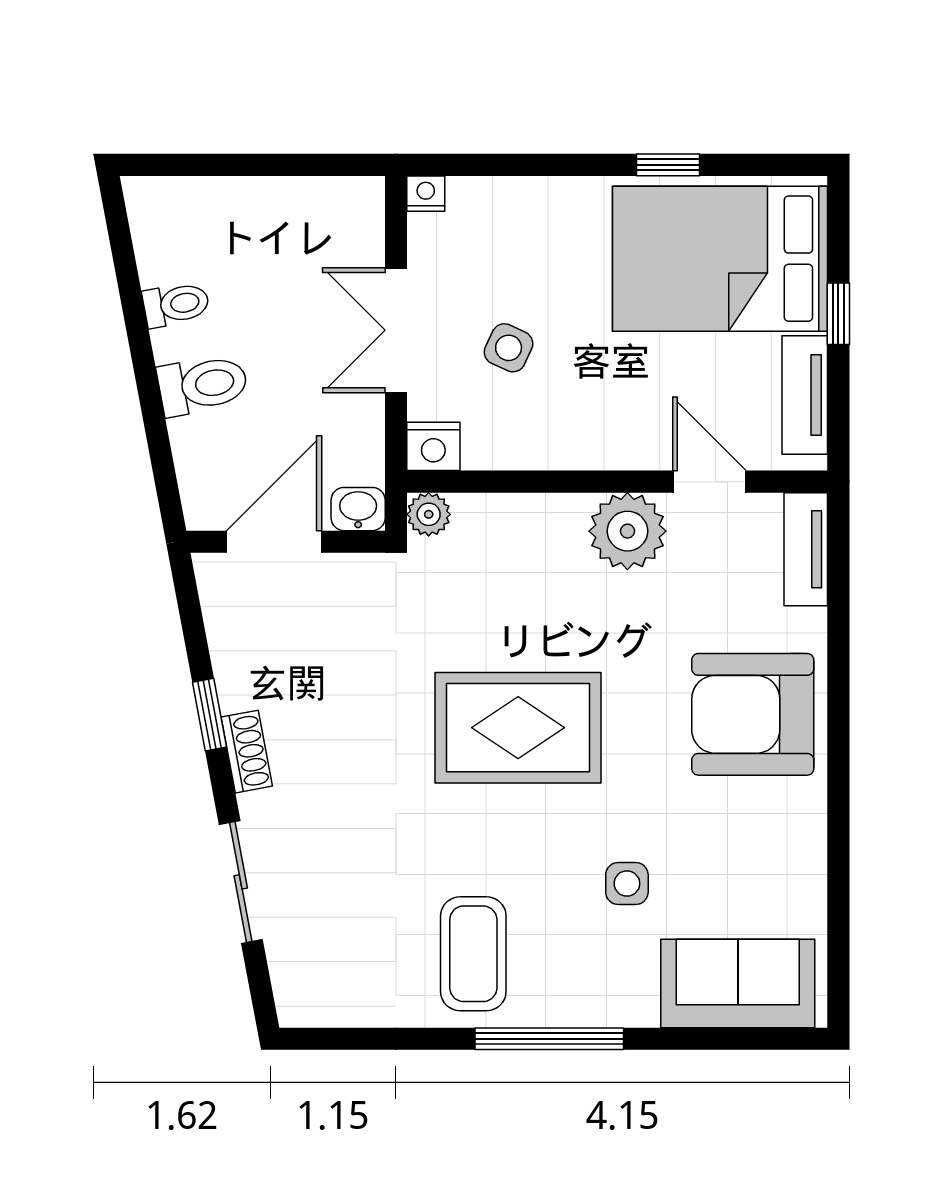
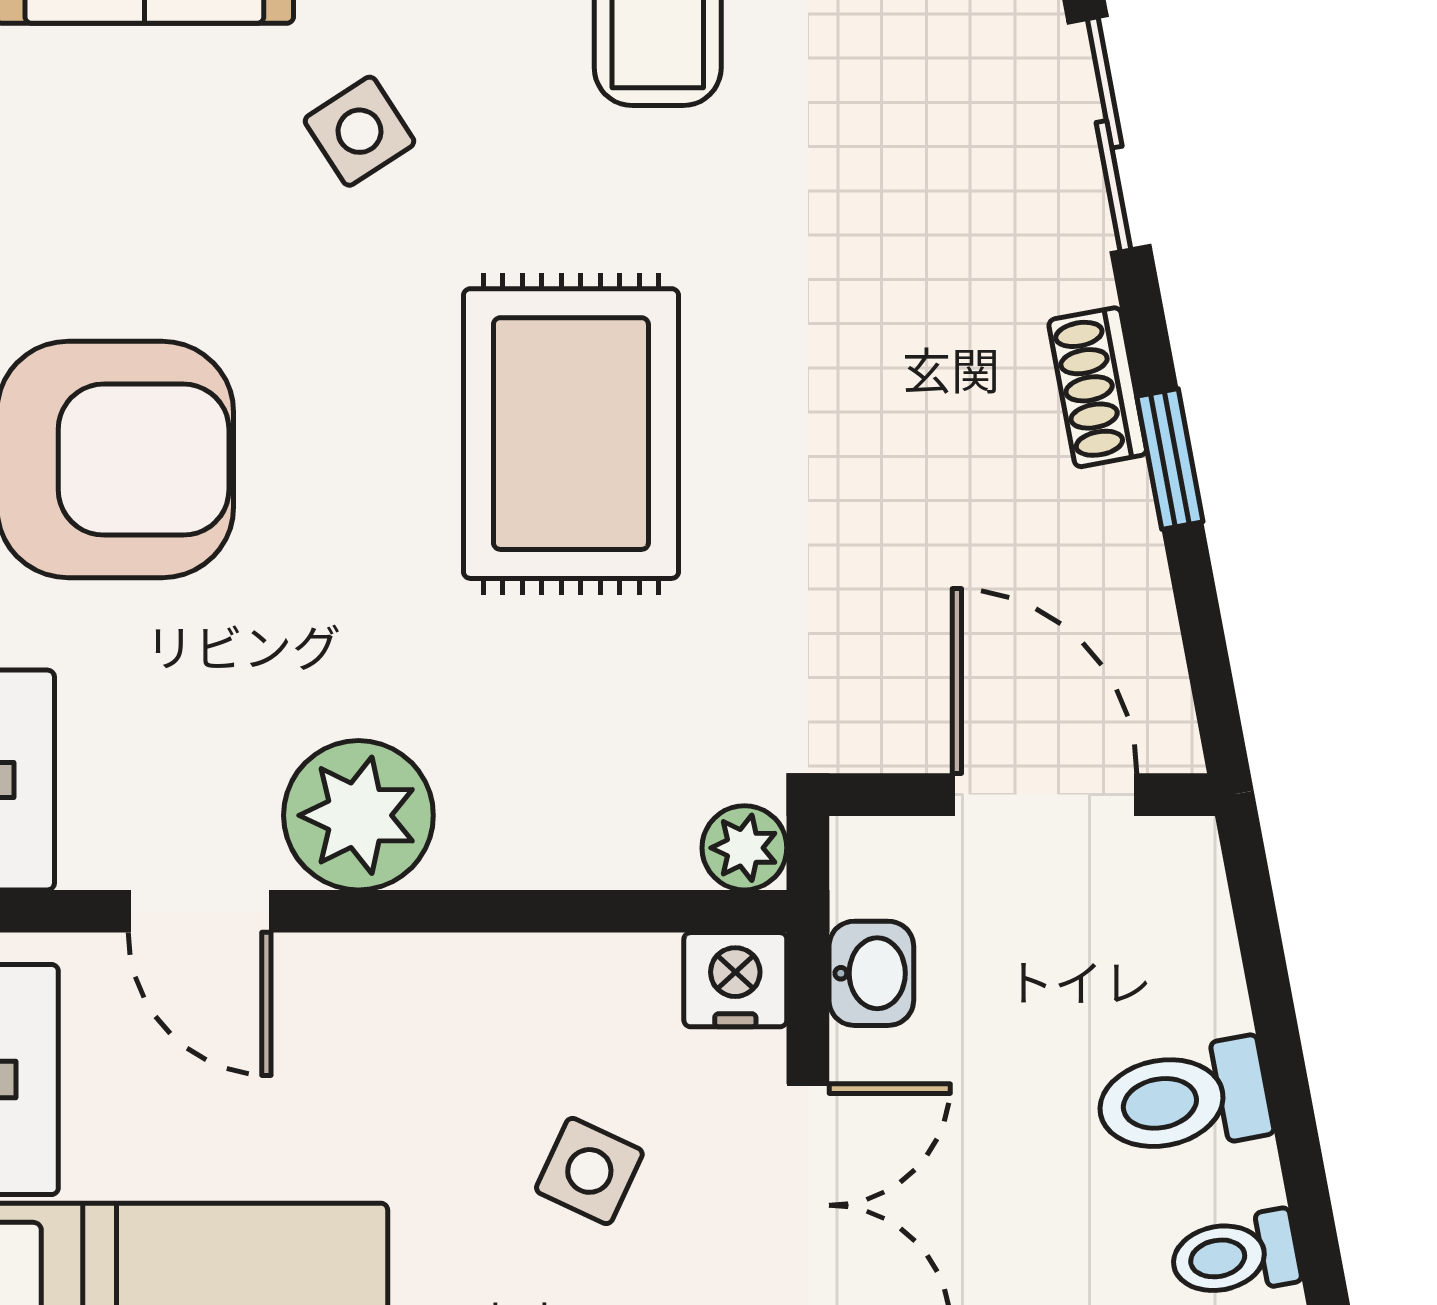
washbasin: (358, 509) -> (871, 973), moved, turned -90
door: (274, 542) -> (1044, 795), swing flipped
rug: (518, 728) -> (571, 434), turned 90
side table: (627, 884) -> (359, 131), turned -33

